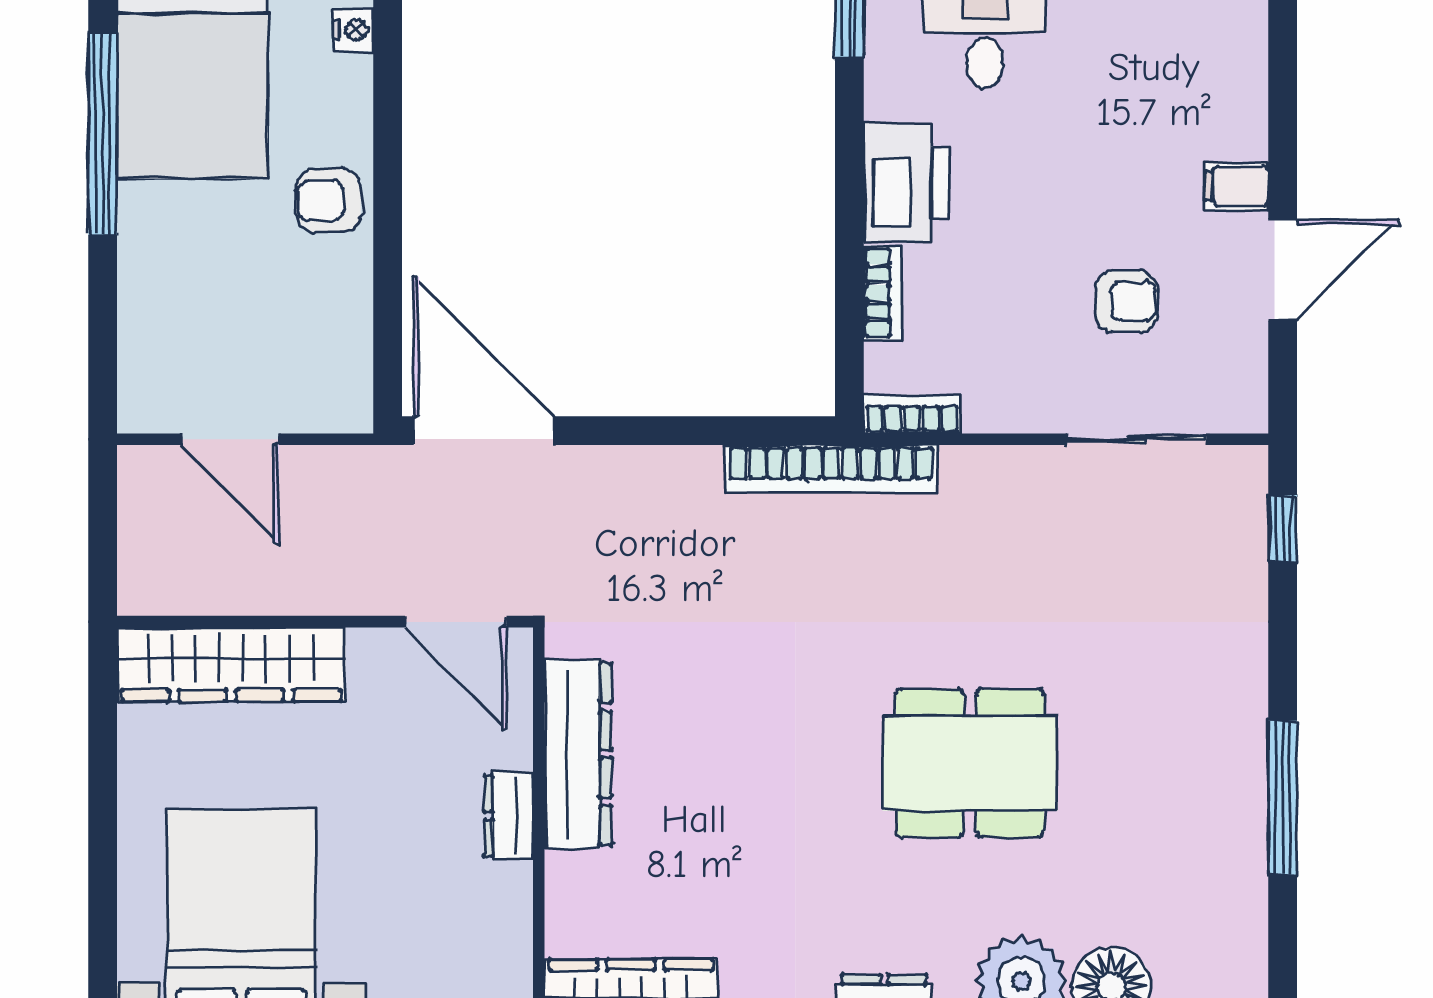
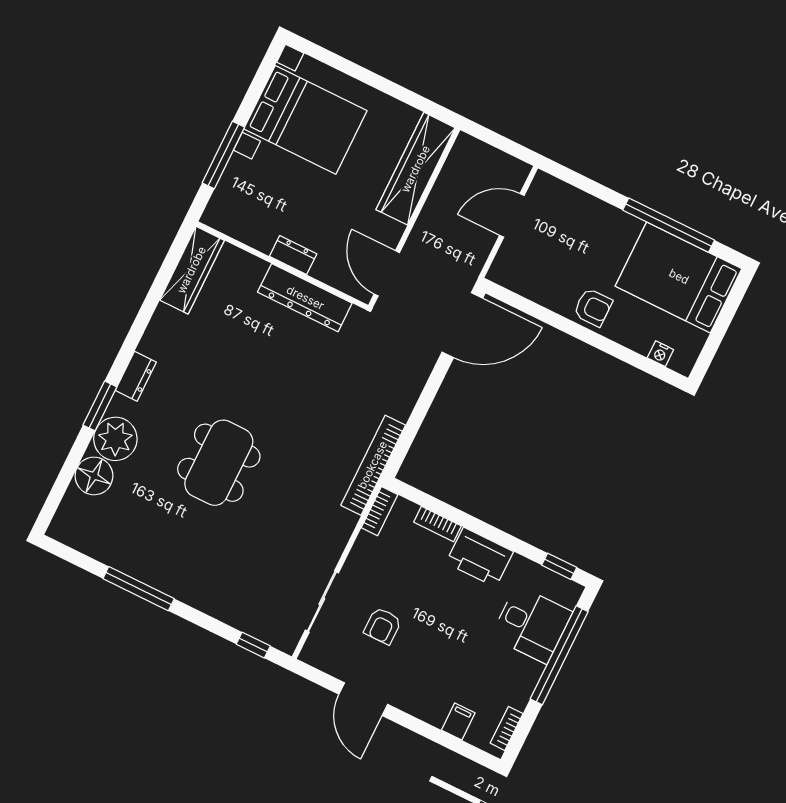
filing cabinet: (1237, 186) -> (458, 721), moved
armchair: (329, 200) -> (593, 307), turned 90
door: (456, 622) -> (387, 273), hinge flipped

